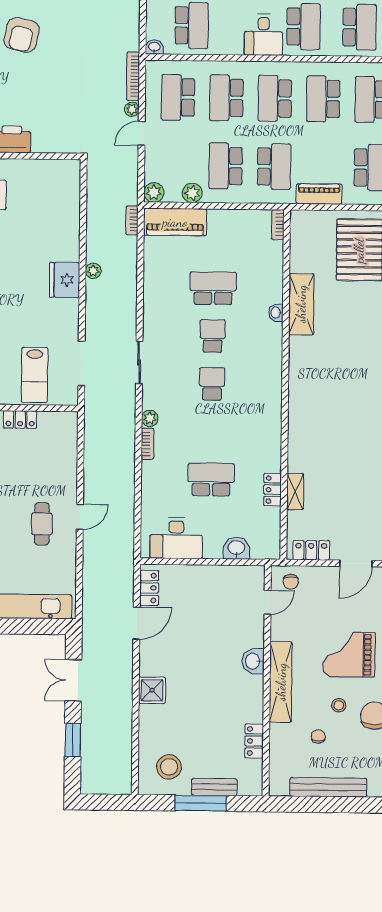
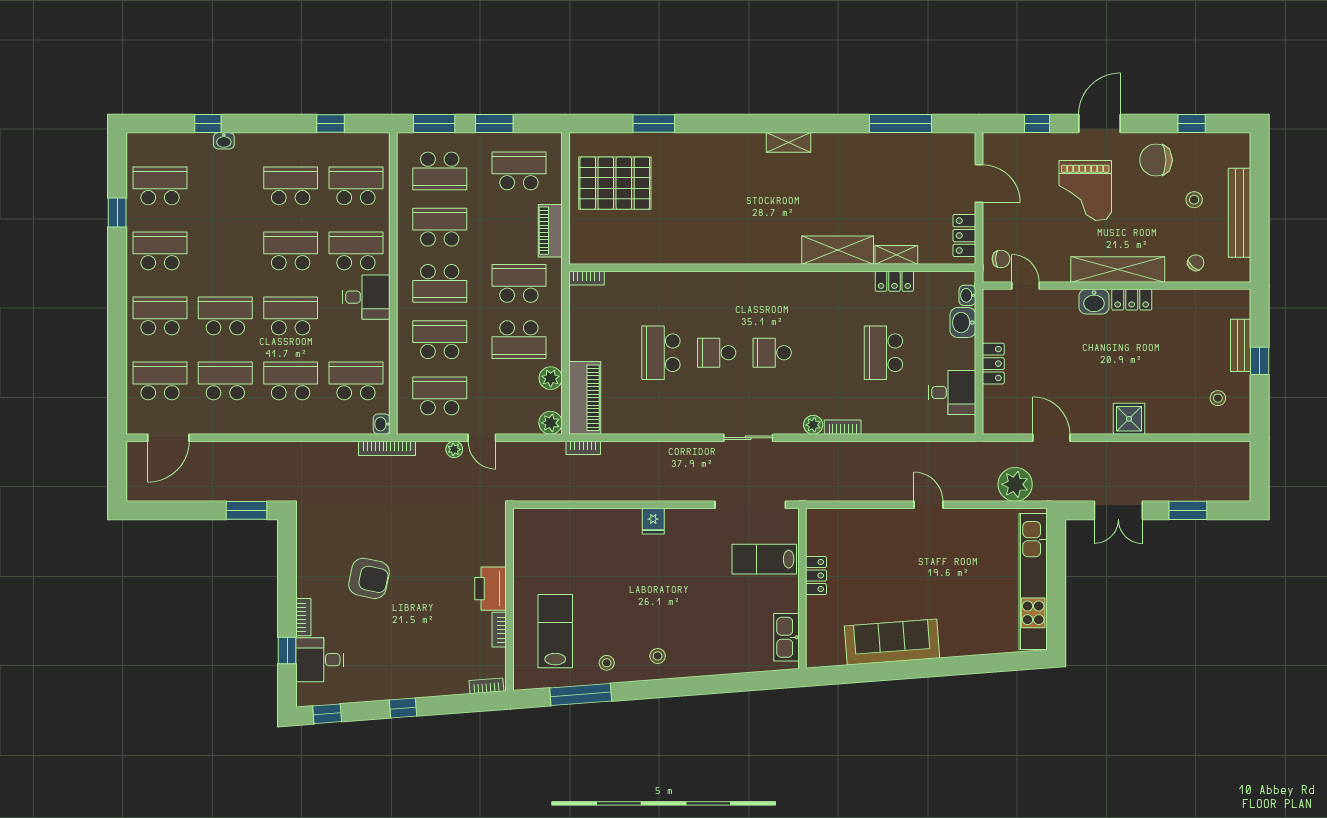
bookcase: (133, 76) -> (387, 448), moved
school desk: (178, 97) -> (440, 396), turned 180
school desk: (226, 98) -> (440, 340), turned 180
school desk: (323, 99) -> (440, 227), turned 180
plant: (93, 271) -> (1015, 484), moved, width x1.88, depth x1.88
fridge: (65, 280) -> (653, 521), width x0.53, depth x0.75
shelving: (301, 304) -> (838, 250), moved
washbasin: (276, 313) -> (967, 295), moved, turned 90
doorway: (82, 364) -> (750, 505), width x1.36
lab bench: (35, 375) -> (764, 559), turned 180
cafe table: (42, 524) -> (937, 549), removed
desk: (176, 538) -> (952, 393), width x0.73
locker: (149, 588) -> (993, 364), moved, turned 90
stool: (339, 705) -> (1194, 200), moved
chair: (318, 736) -> (1196, 263), moved, turned 131
locker: (254, 741) -> (1132, 300), moved
stool: (169, 767) -> (1218, 398), width x0.53, depth x0.53
window: (201, 803) -> (1260, 361), width x0.46

